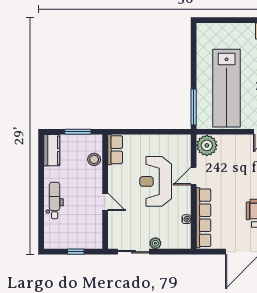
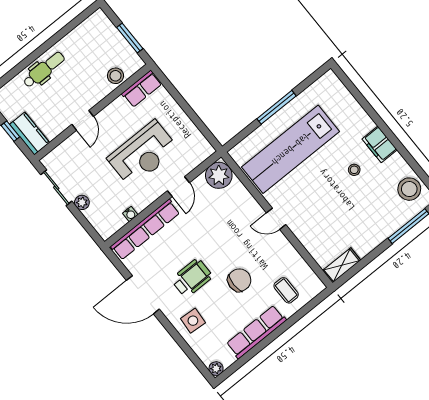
window: (194, 107) -> (276, 107), moved
kitchen counter: (52, 150) -> (29, 133), moved, turned -90
door: (194, 176) -> (178, 187), swing flipped
reception desk: (156, 181) -> (143, 154), turned 180

